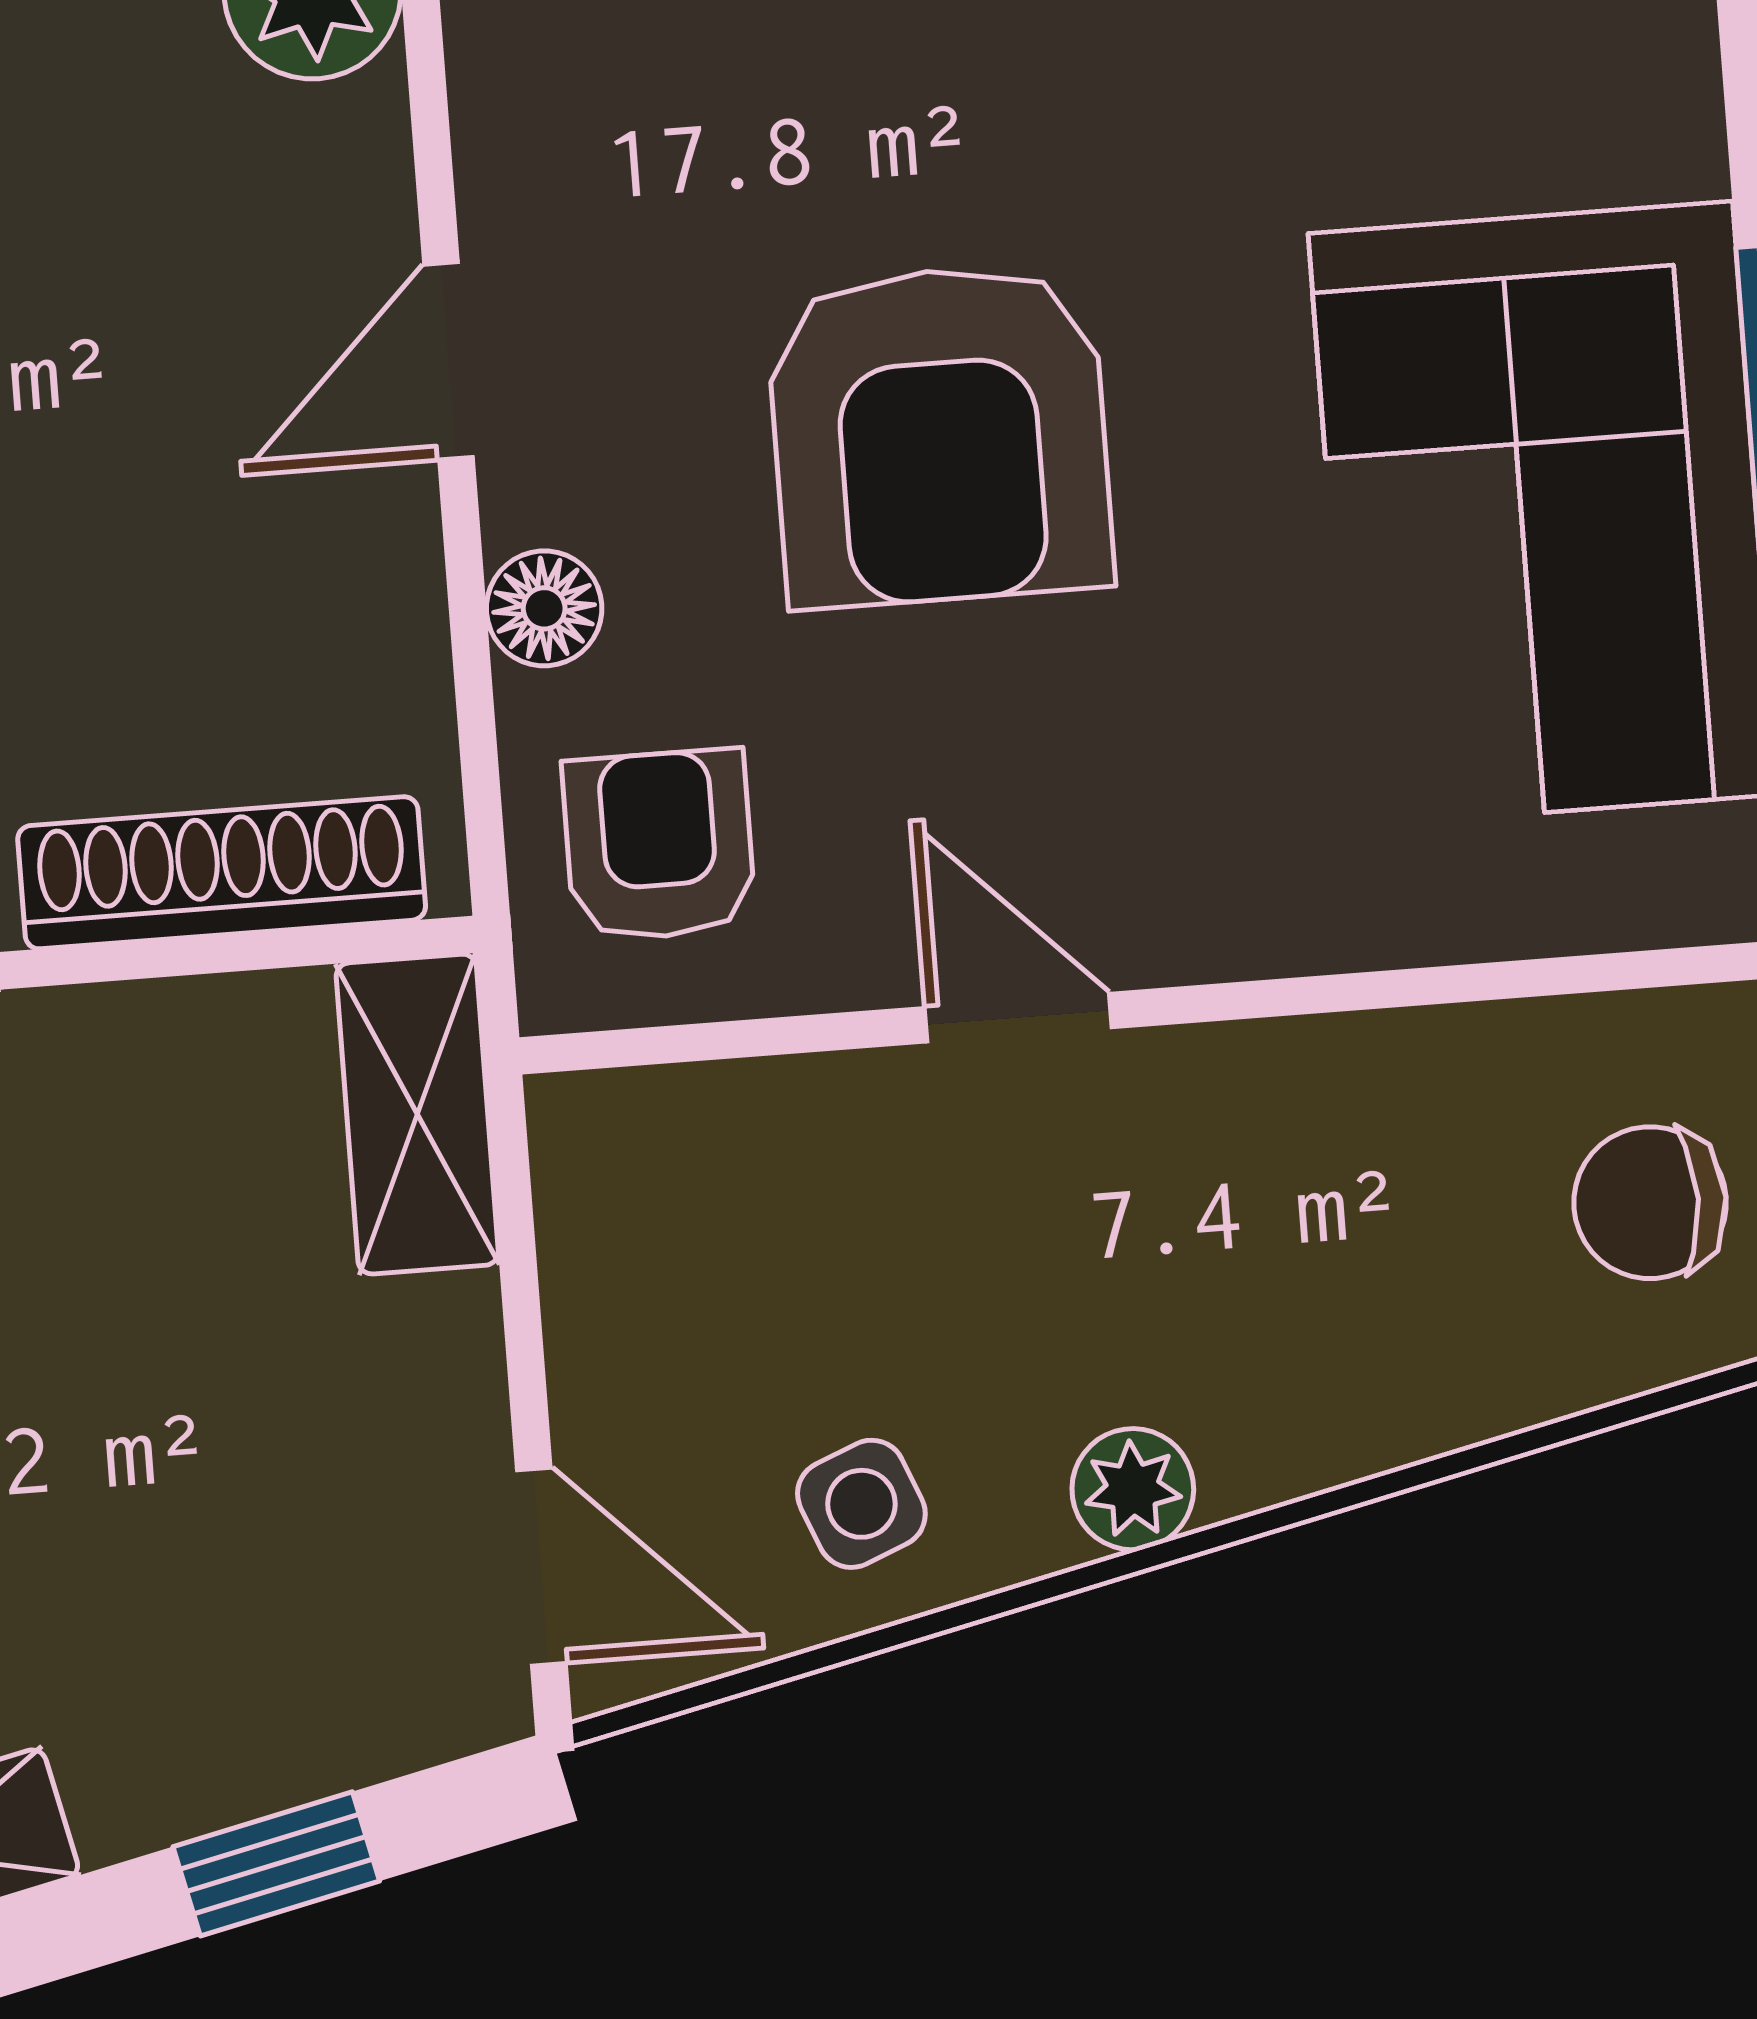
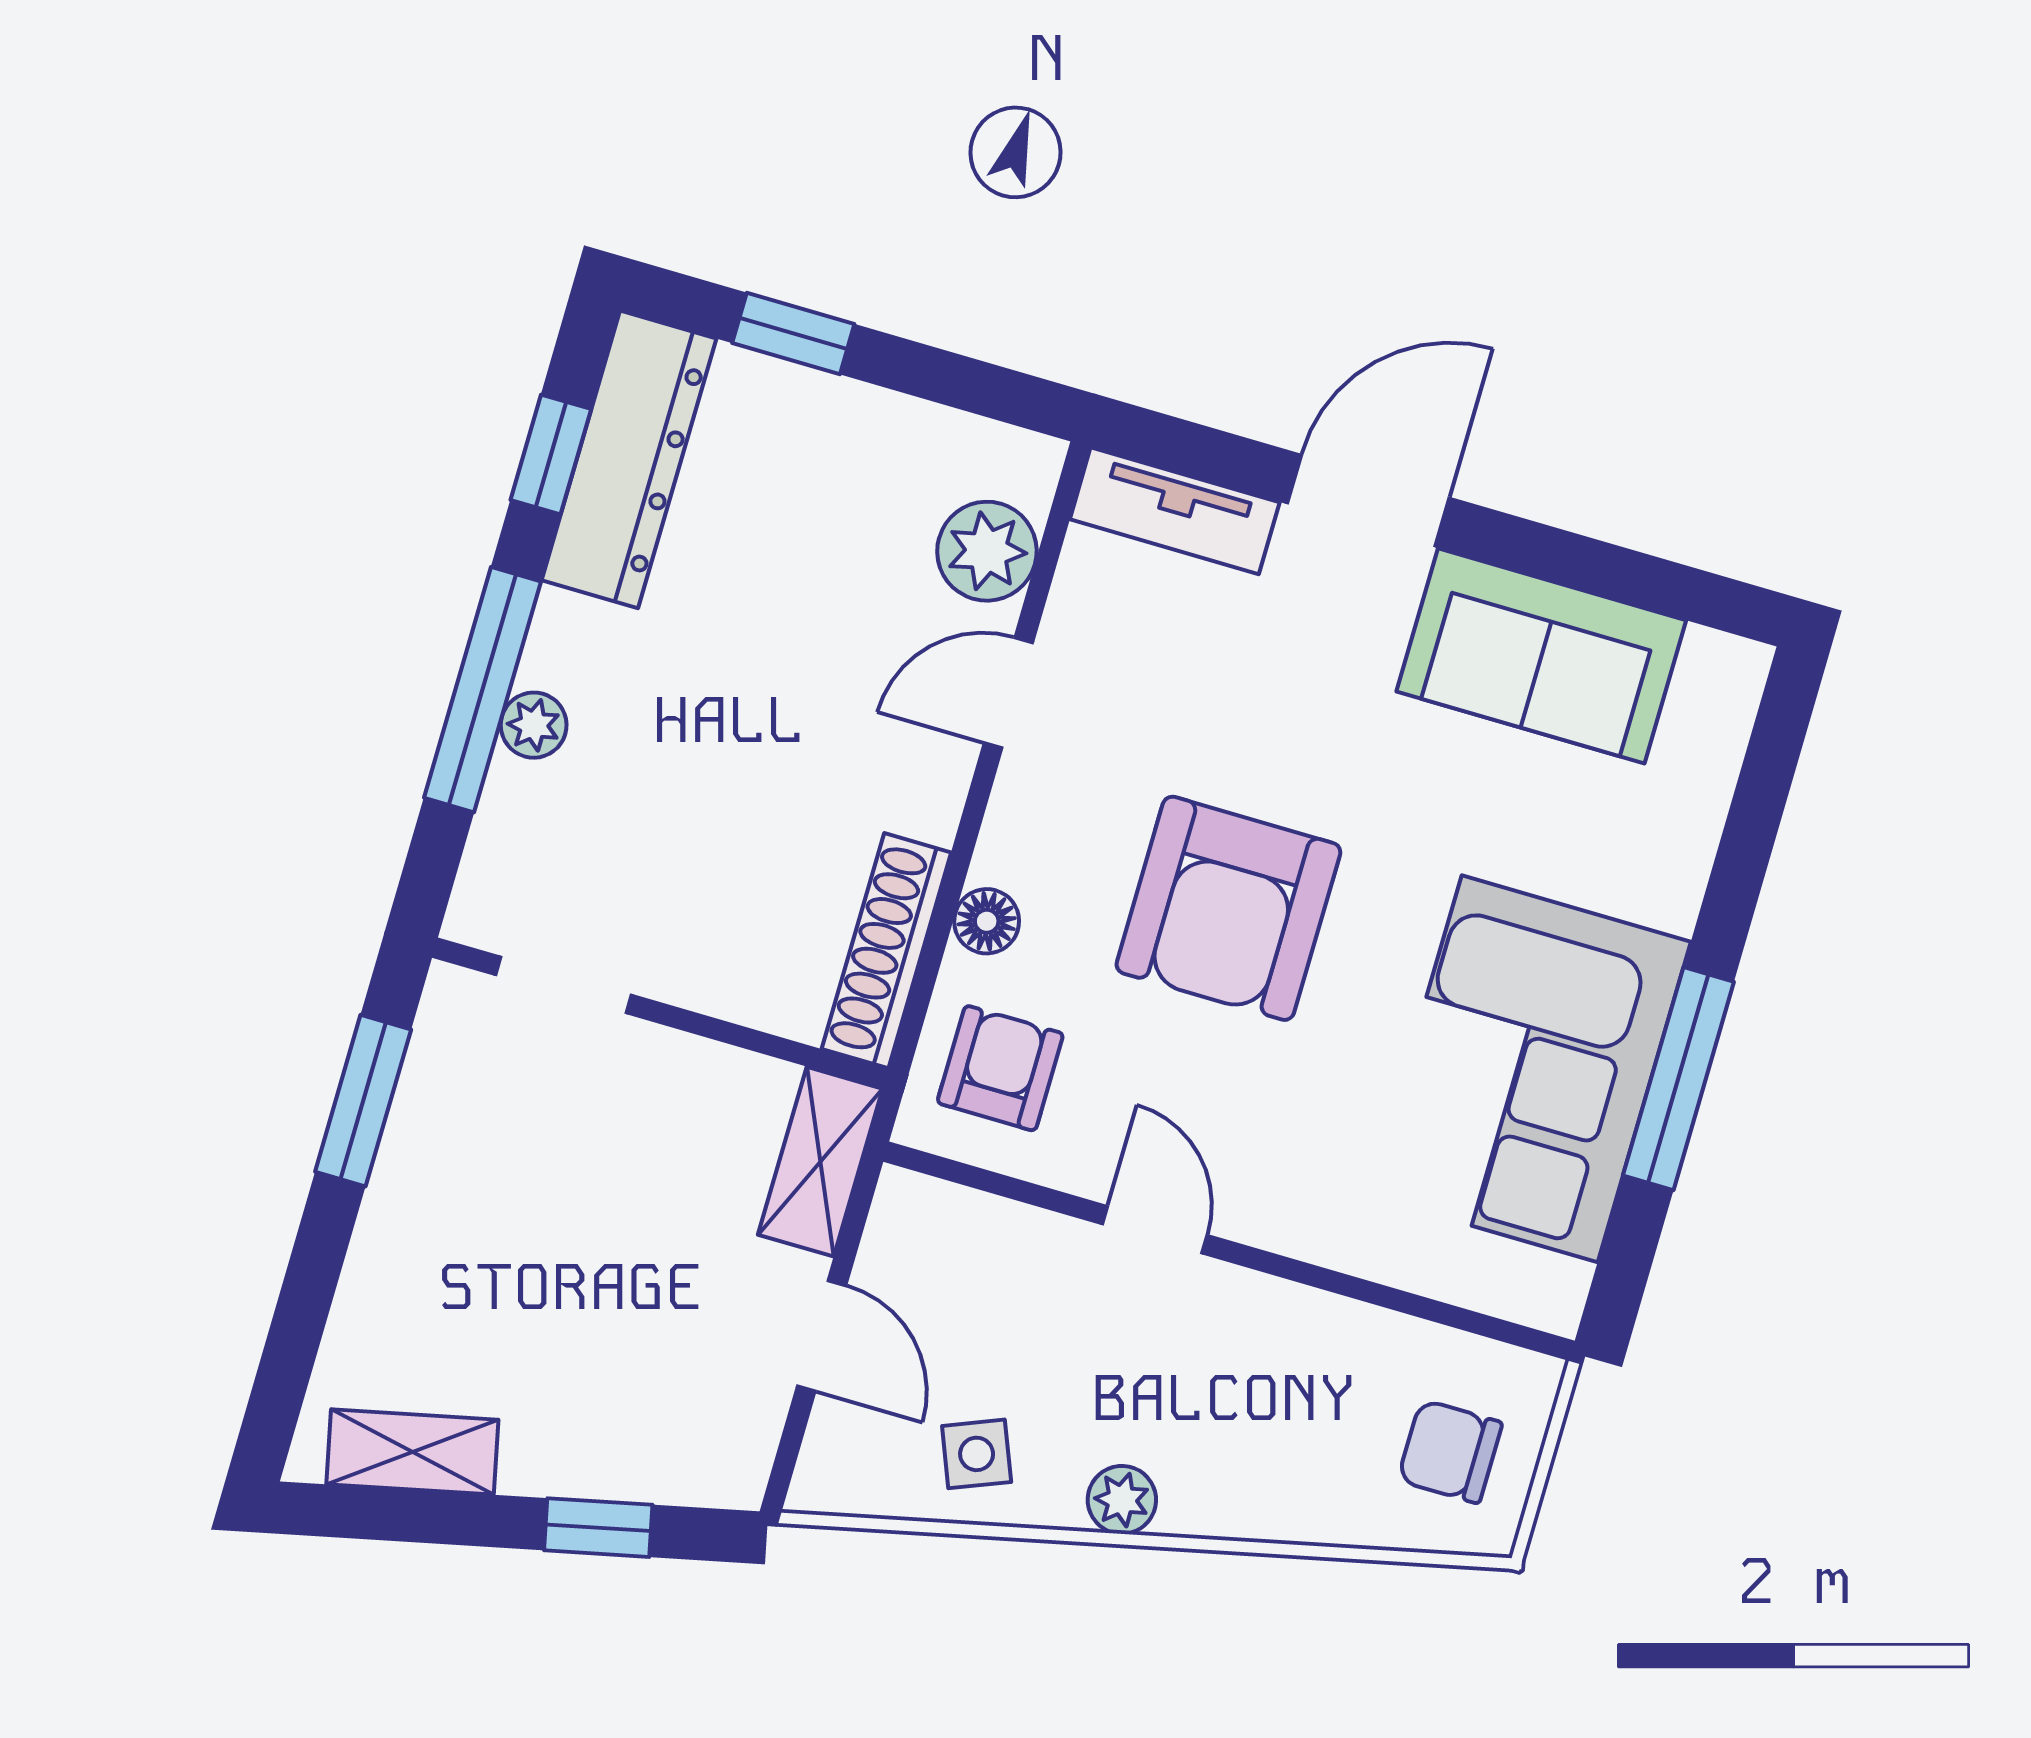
door: (449, 361) -> (1008, 693), moved
shoe rack: (222, 873) -> (886, 951), moved, turned -90
door: (541, 1567) -> (822, 1336), moved

